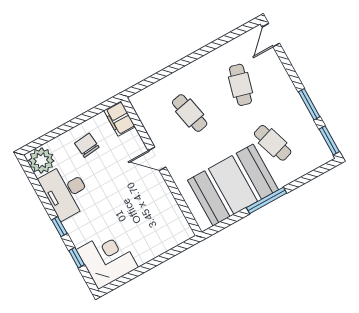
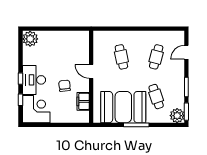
door: (271, 35) -> (186, 52), moved
filing cabinet: (119, 119) -> (83, 101), moved
chair: (87, 145) -> (65, 86), moved
plant: (319, 154) -> (177, 116), added
desk: (66, 191) -> (34, 80), moved

